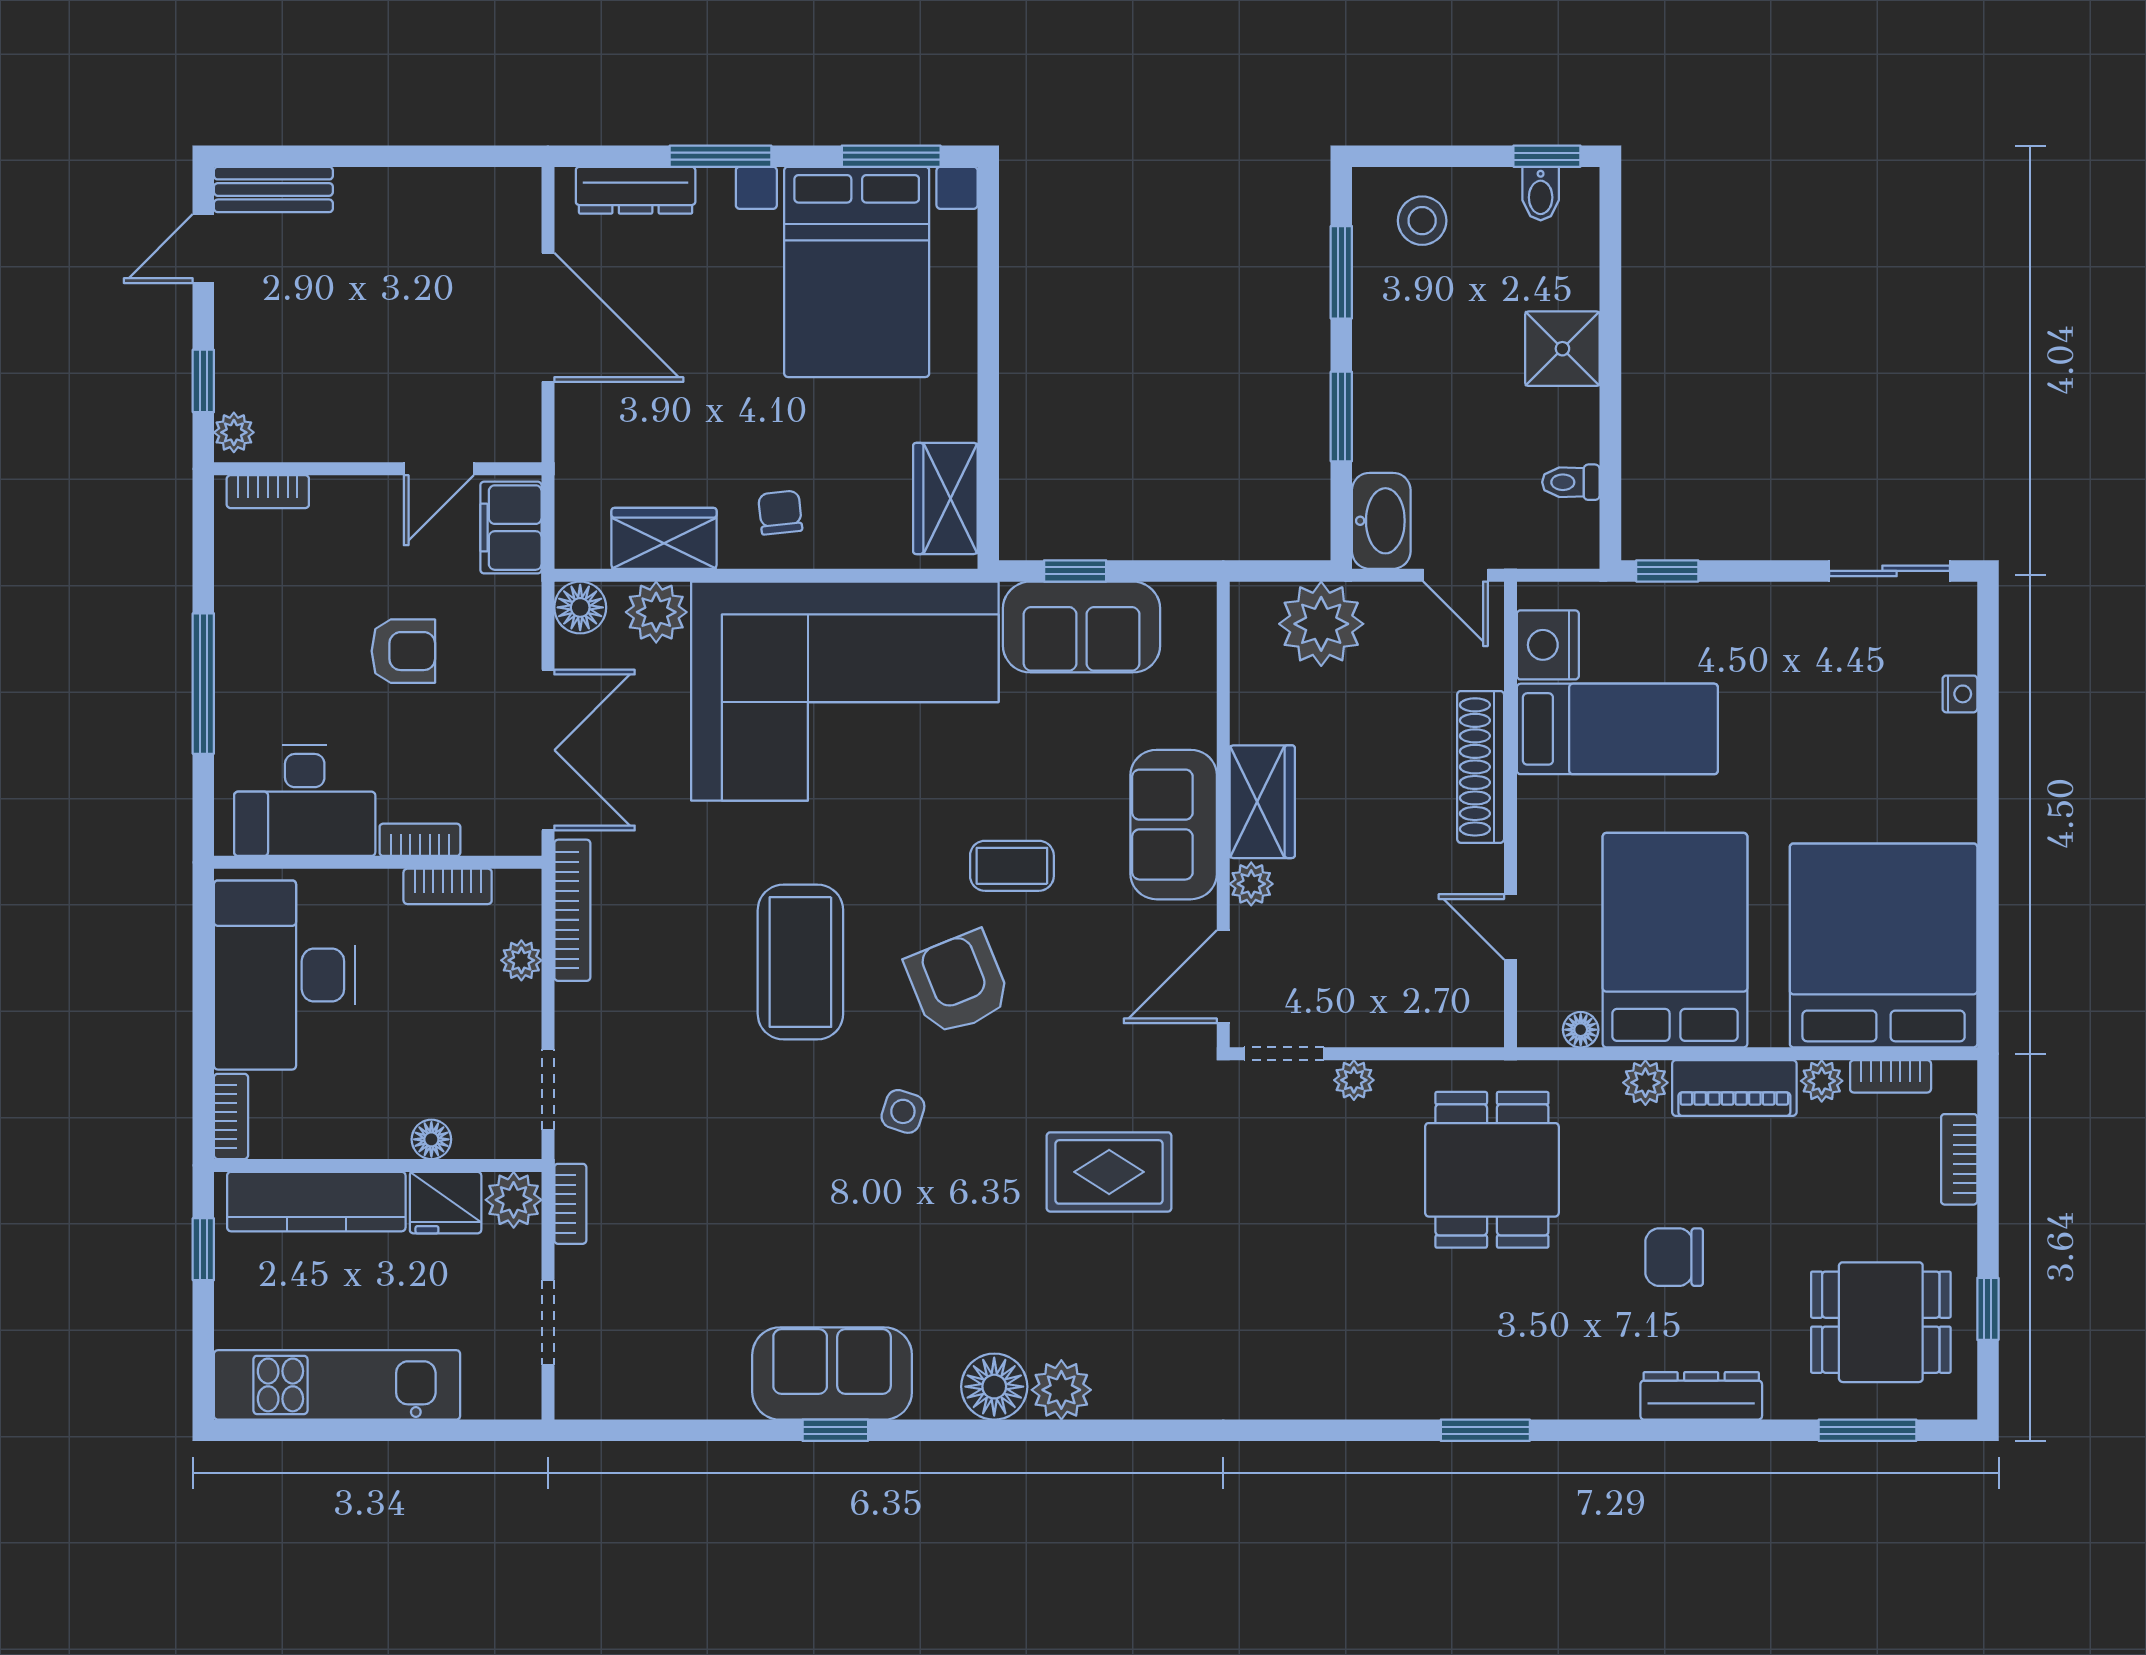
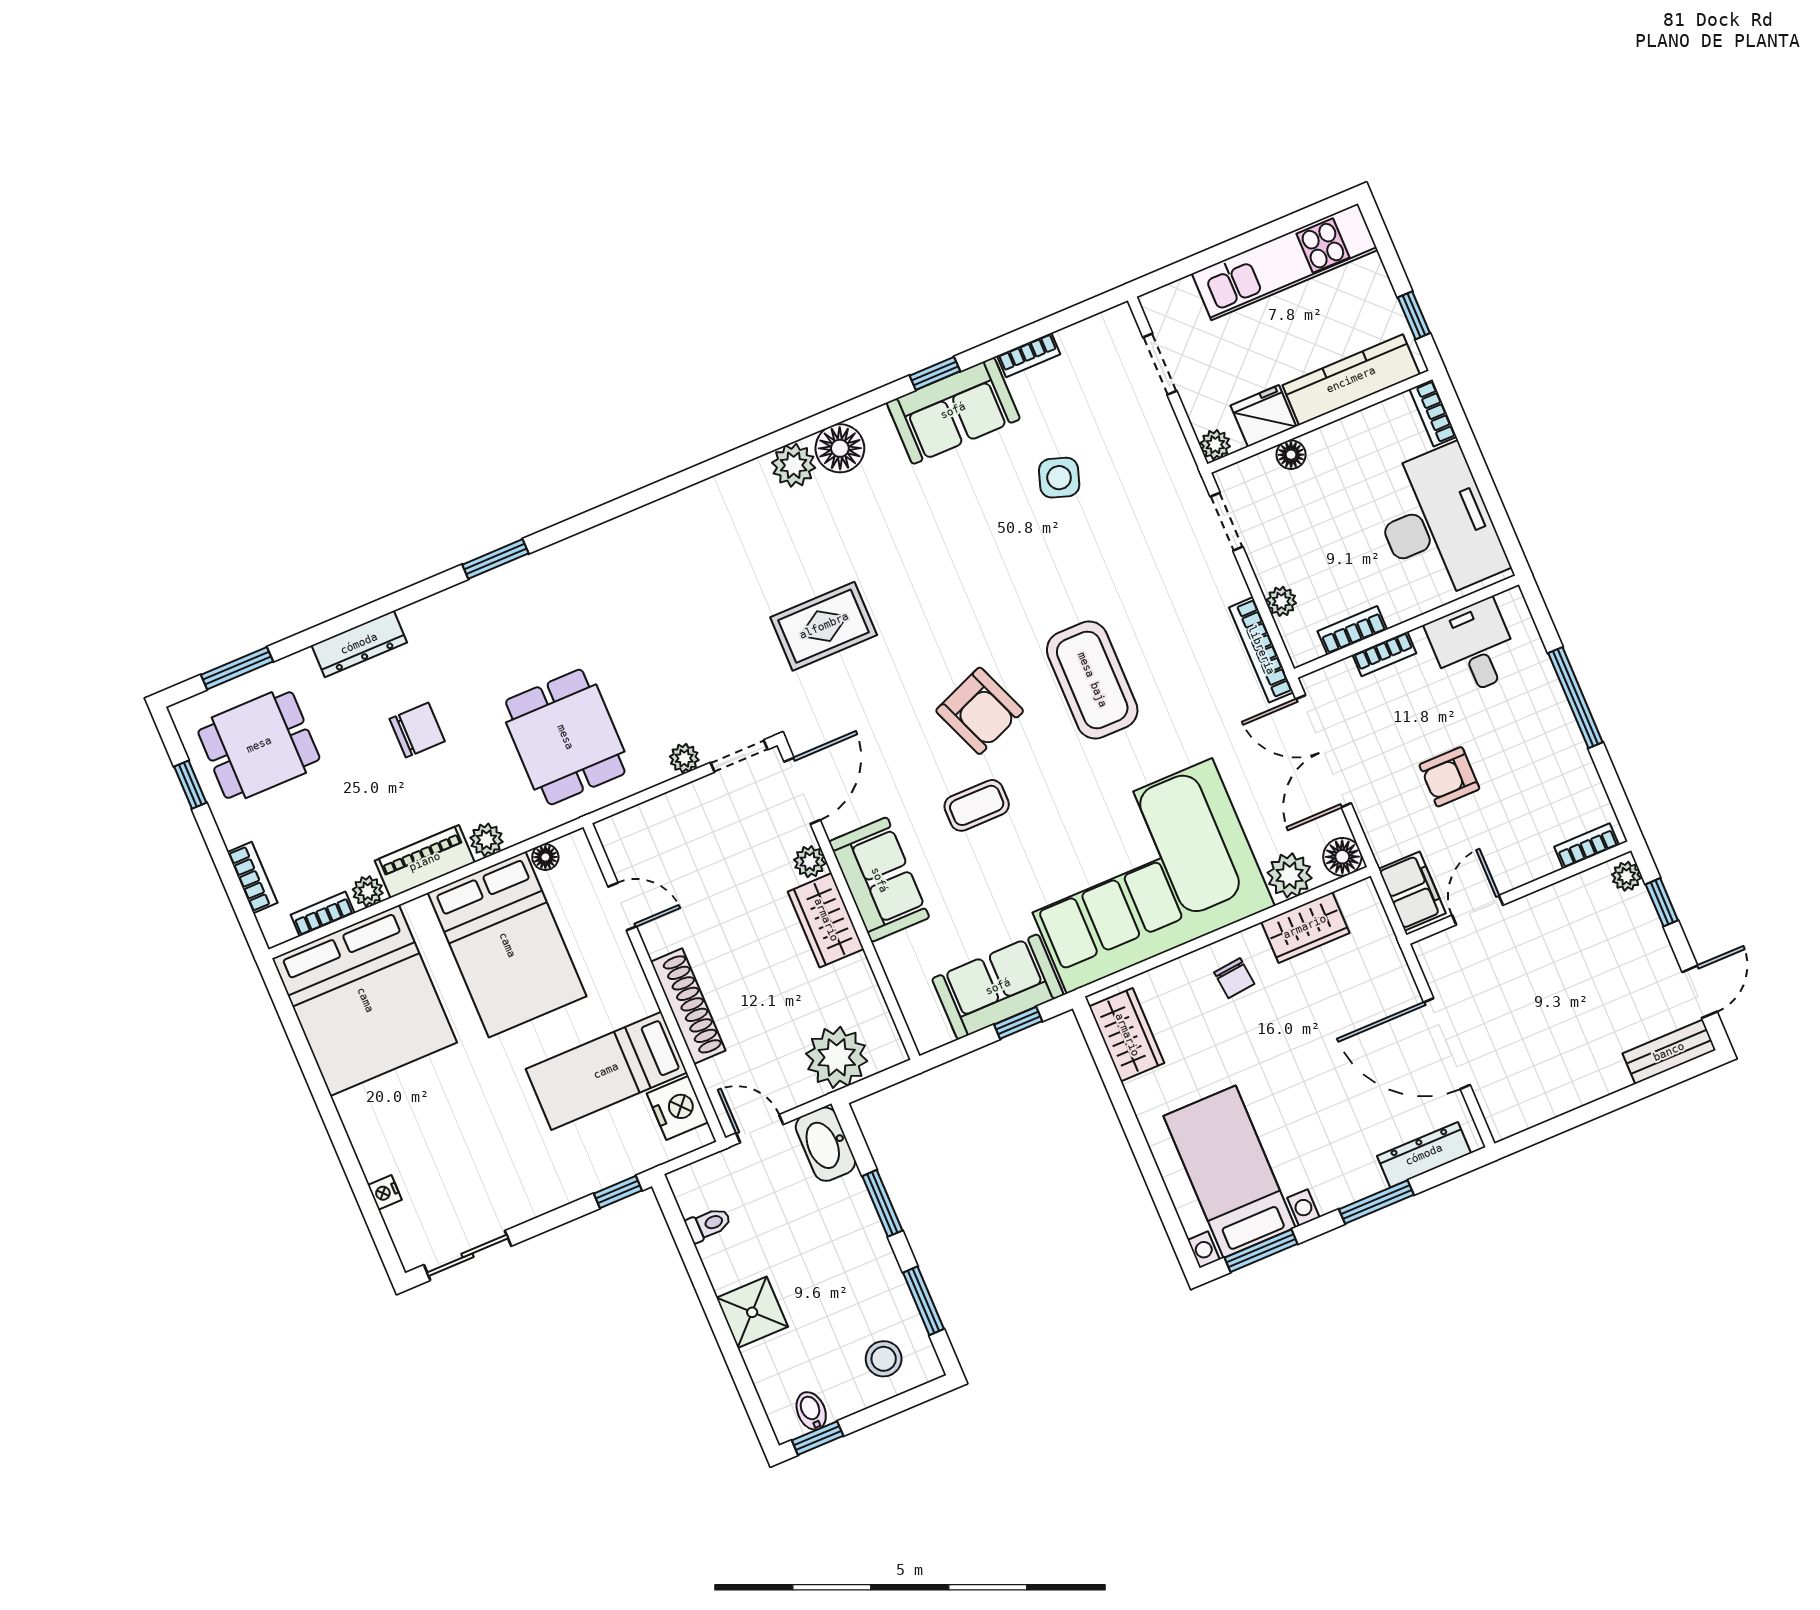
bed with nightstands: (857, 272) -> (1230, 1172), width x0.73
desk: (305, 801) -> (1473, 648), width x0.73
side table: (903, 1111) -> (1059, 478), moved, width x1.37, depth x1.37
plant: (514, 1200) -> (1215, 445), width x0.73, depth x0.73
bookcase: (570, 1204) -> (1029, 355), moved, turned -90

